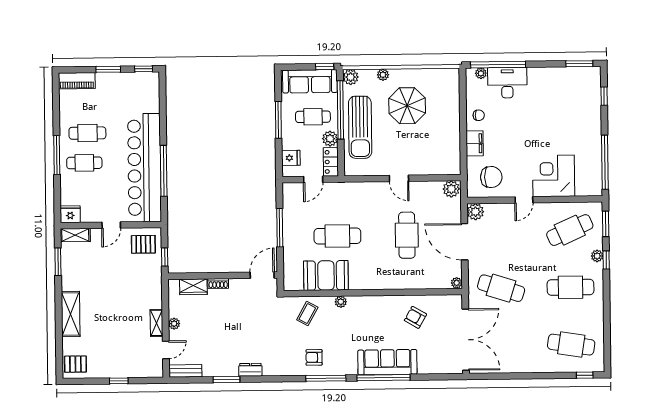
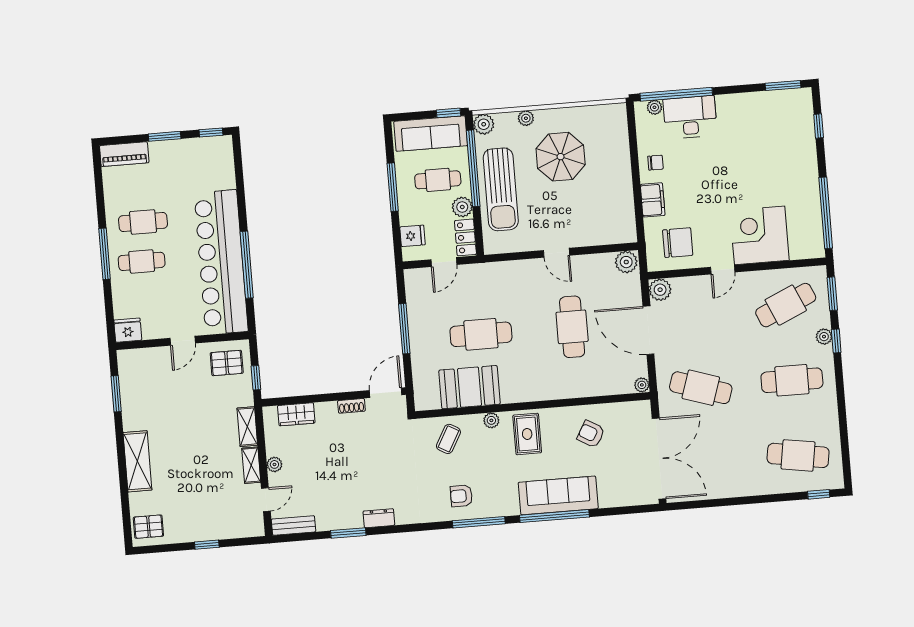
shelving: (75, 235) -> (247, 427), moved, turned 90
shoe rack: (218, 284) -> (351, 406), moved
rug: (367, 314) -> (527, 434), added

